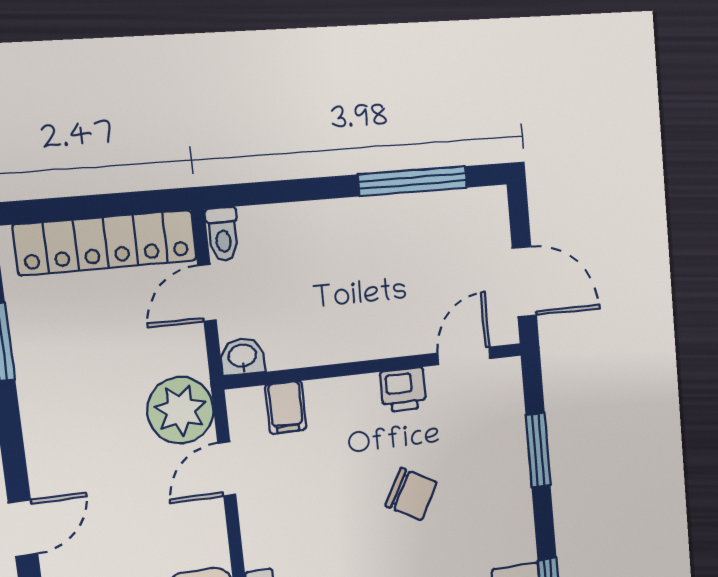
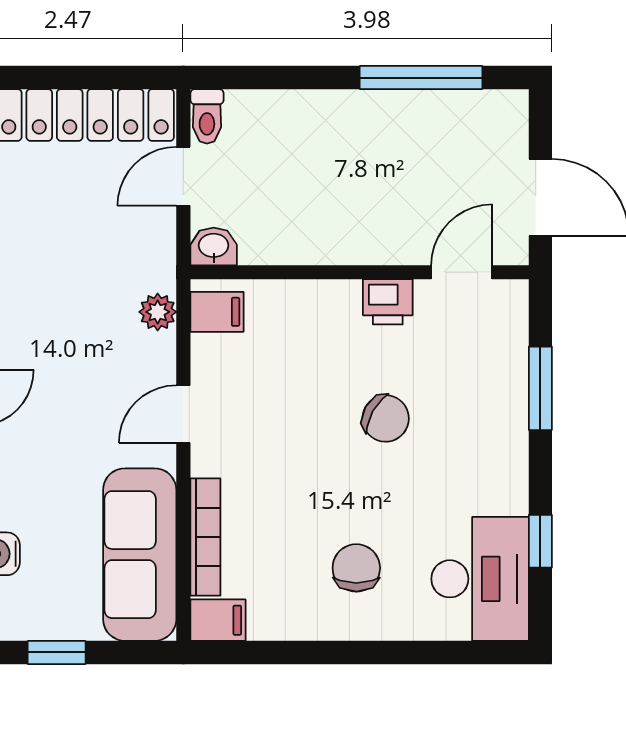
filing cabinet: (286, 407) -> (217, 312), moved, turned -90
plant: (180, 410) -> (158, 312), width x0.53, depth x0.53
door: (227, 469) -> (183, 414), moved

